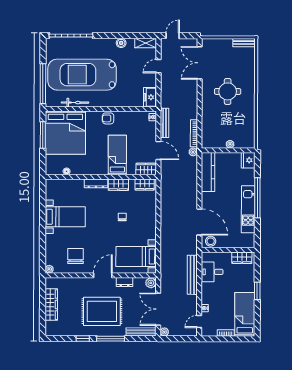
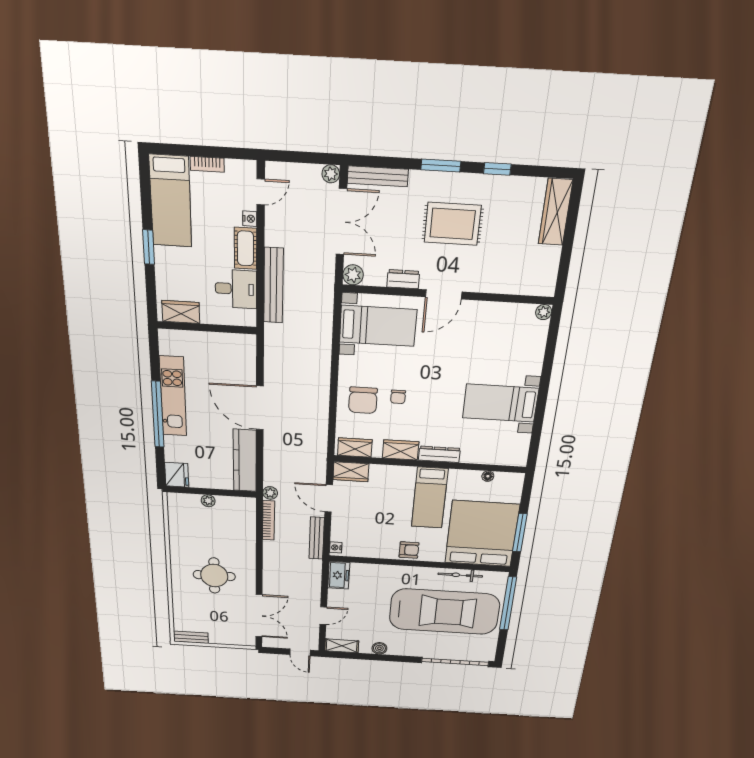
door: (173, 36) -> (300, 652), hinge flipped
bed: (117, 155) -> (430, 498), moved
door: (199, 222) -> (260, 408), moved
stool: (211, 241) -> (239, 345), removed
chair: (76, 256) -> (363, 400), moved
cot: (207, 293) -> (245, 248), added
wardrobe: (51, 305) -> (555, 212), moved
rug: (102, 311) -> (453, 224), width x0.73, depth x0.69
window: (111, 339) -> (441, 166), width x0.69

